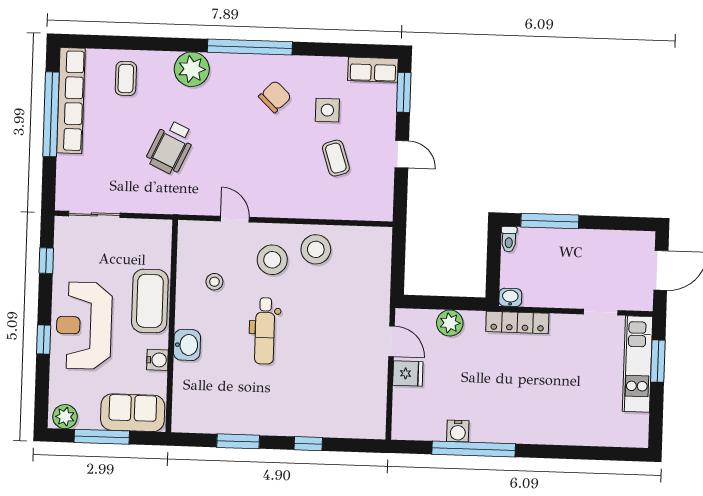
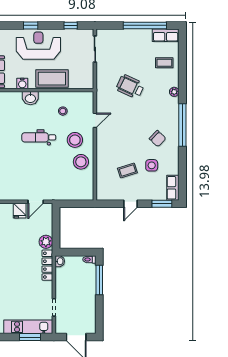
plant: (192, 69) -> (174, 92), width x0.53, depth x0.53
row of seats: (71, 101) -> (166, 35), width x0.50
plant: (450, 323) -> (46, 242), moved

